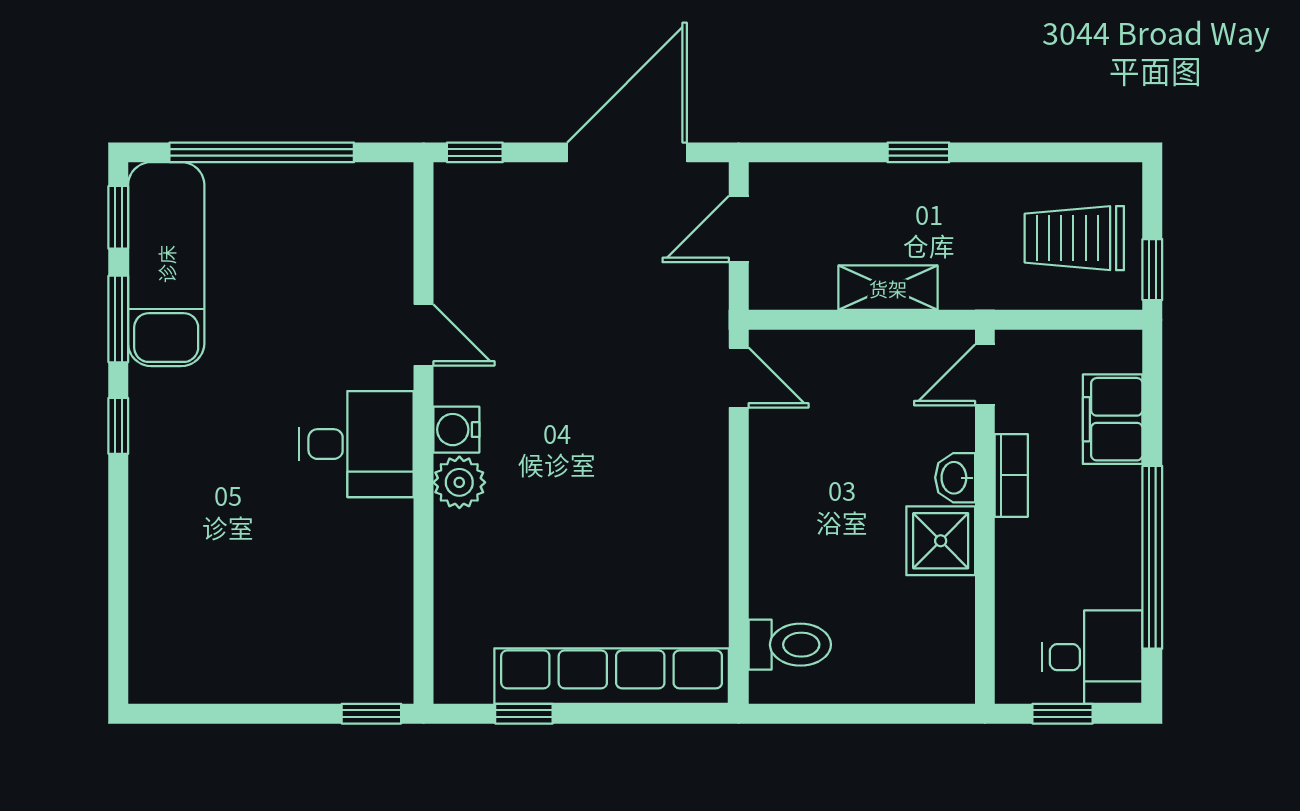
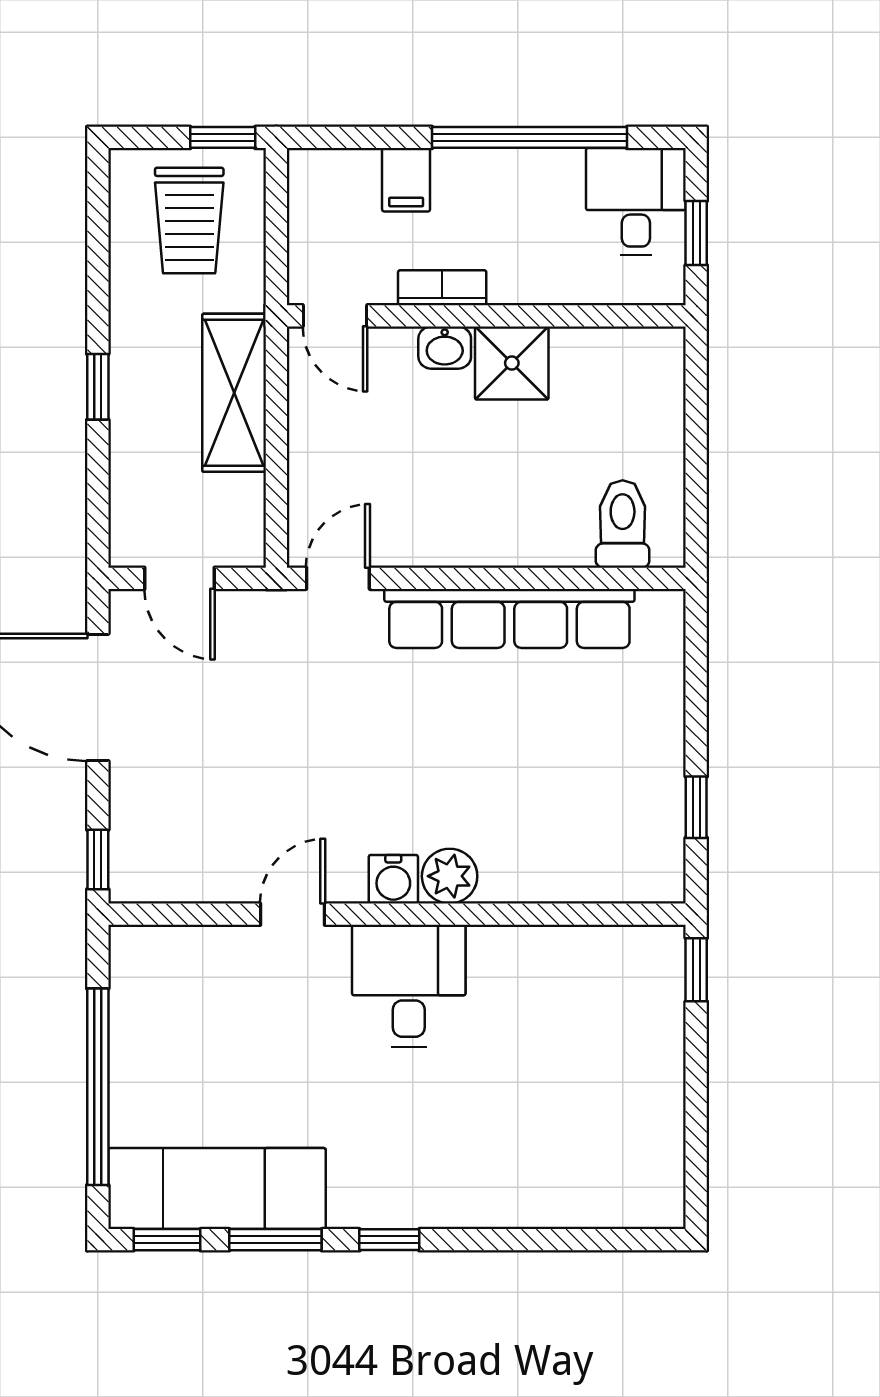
shelving: (888, 288) -> (234, 393), width x1.50, depth x1.33
filing cabinet: (1113, 419) -> (406, 180), width x0.50
row of seats: (612, 676) -> (509, 618), moved, turned -90

